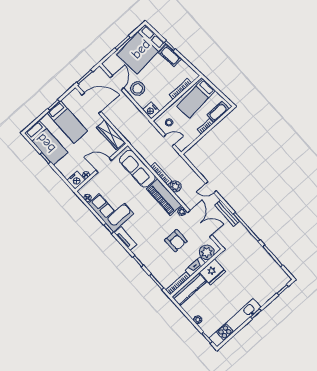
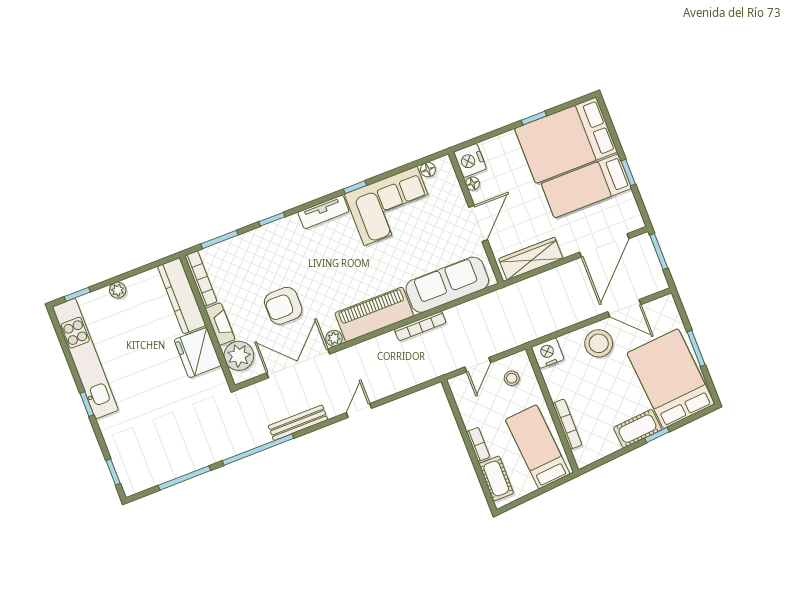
bed: (46, 143) -> (566, 140), width x1.50
plant: (175, 186) -> (386, 344), removed
double door: (200, 224) -> (298, 363), swing flipped

